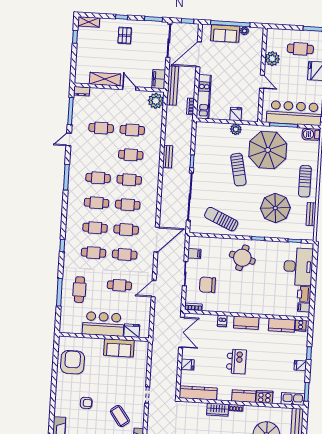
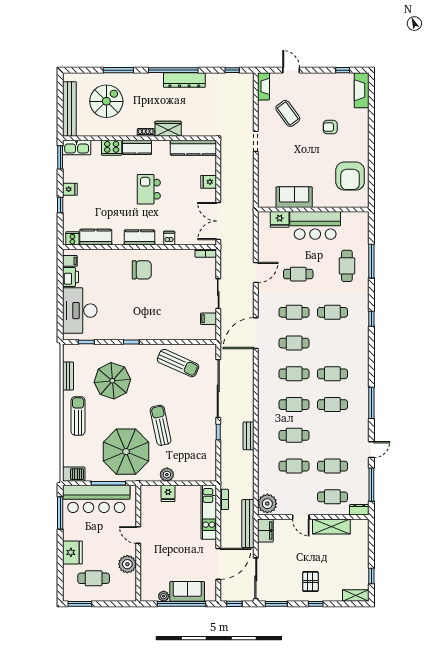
cafe table: (95, 228) -> (332, 497), moved
round table: (242, 258) -> (149, 317), removed
chair: (207, 285) -> (142, 270), moved

